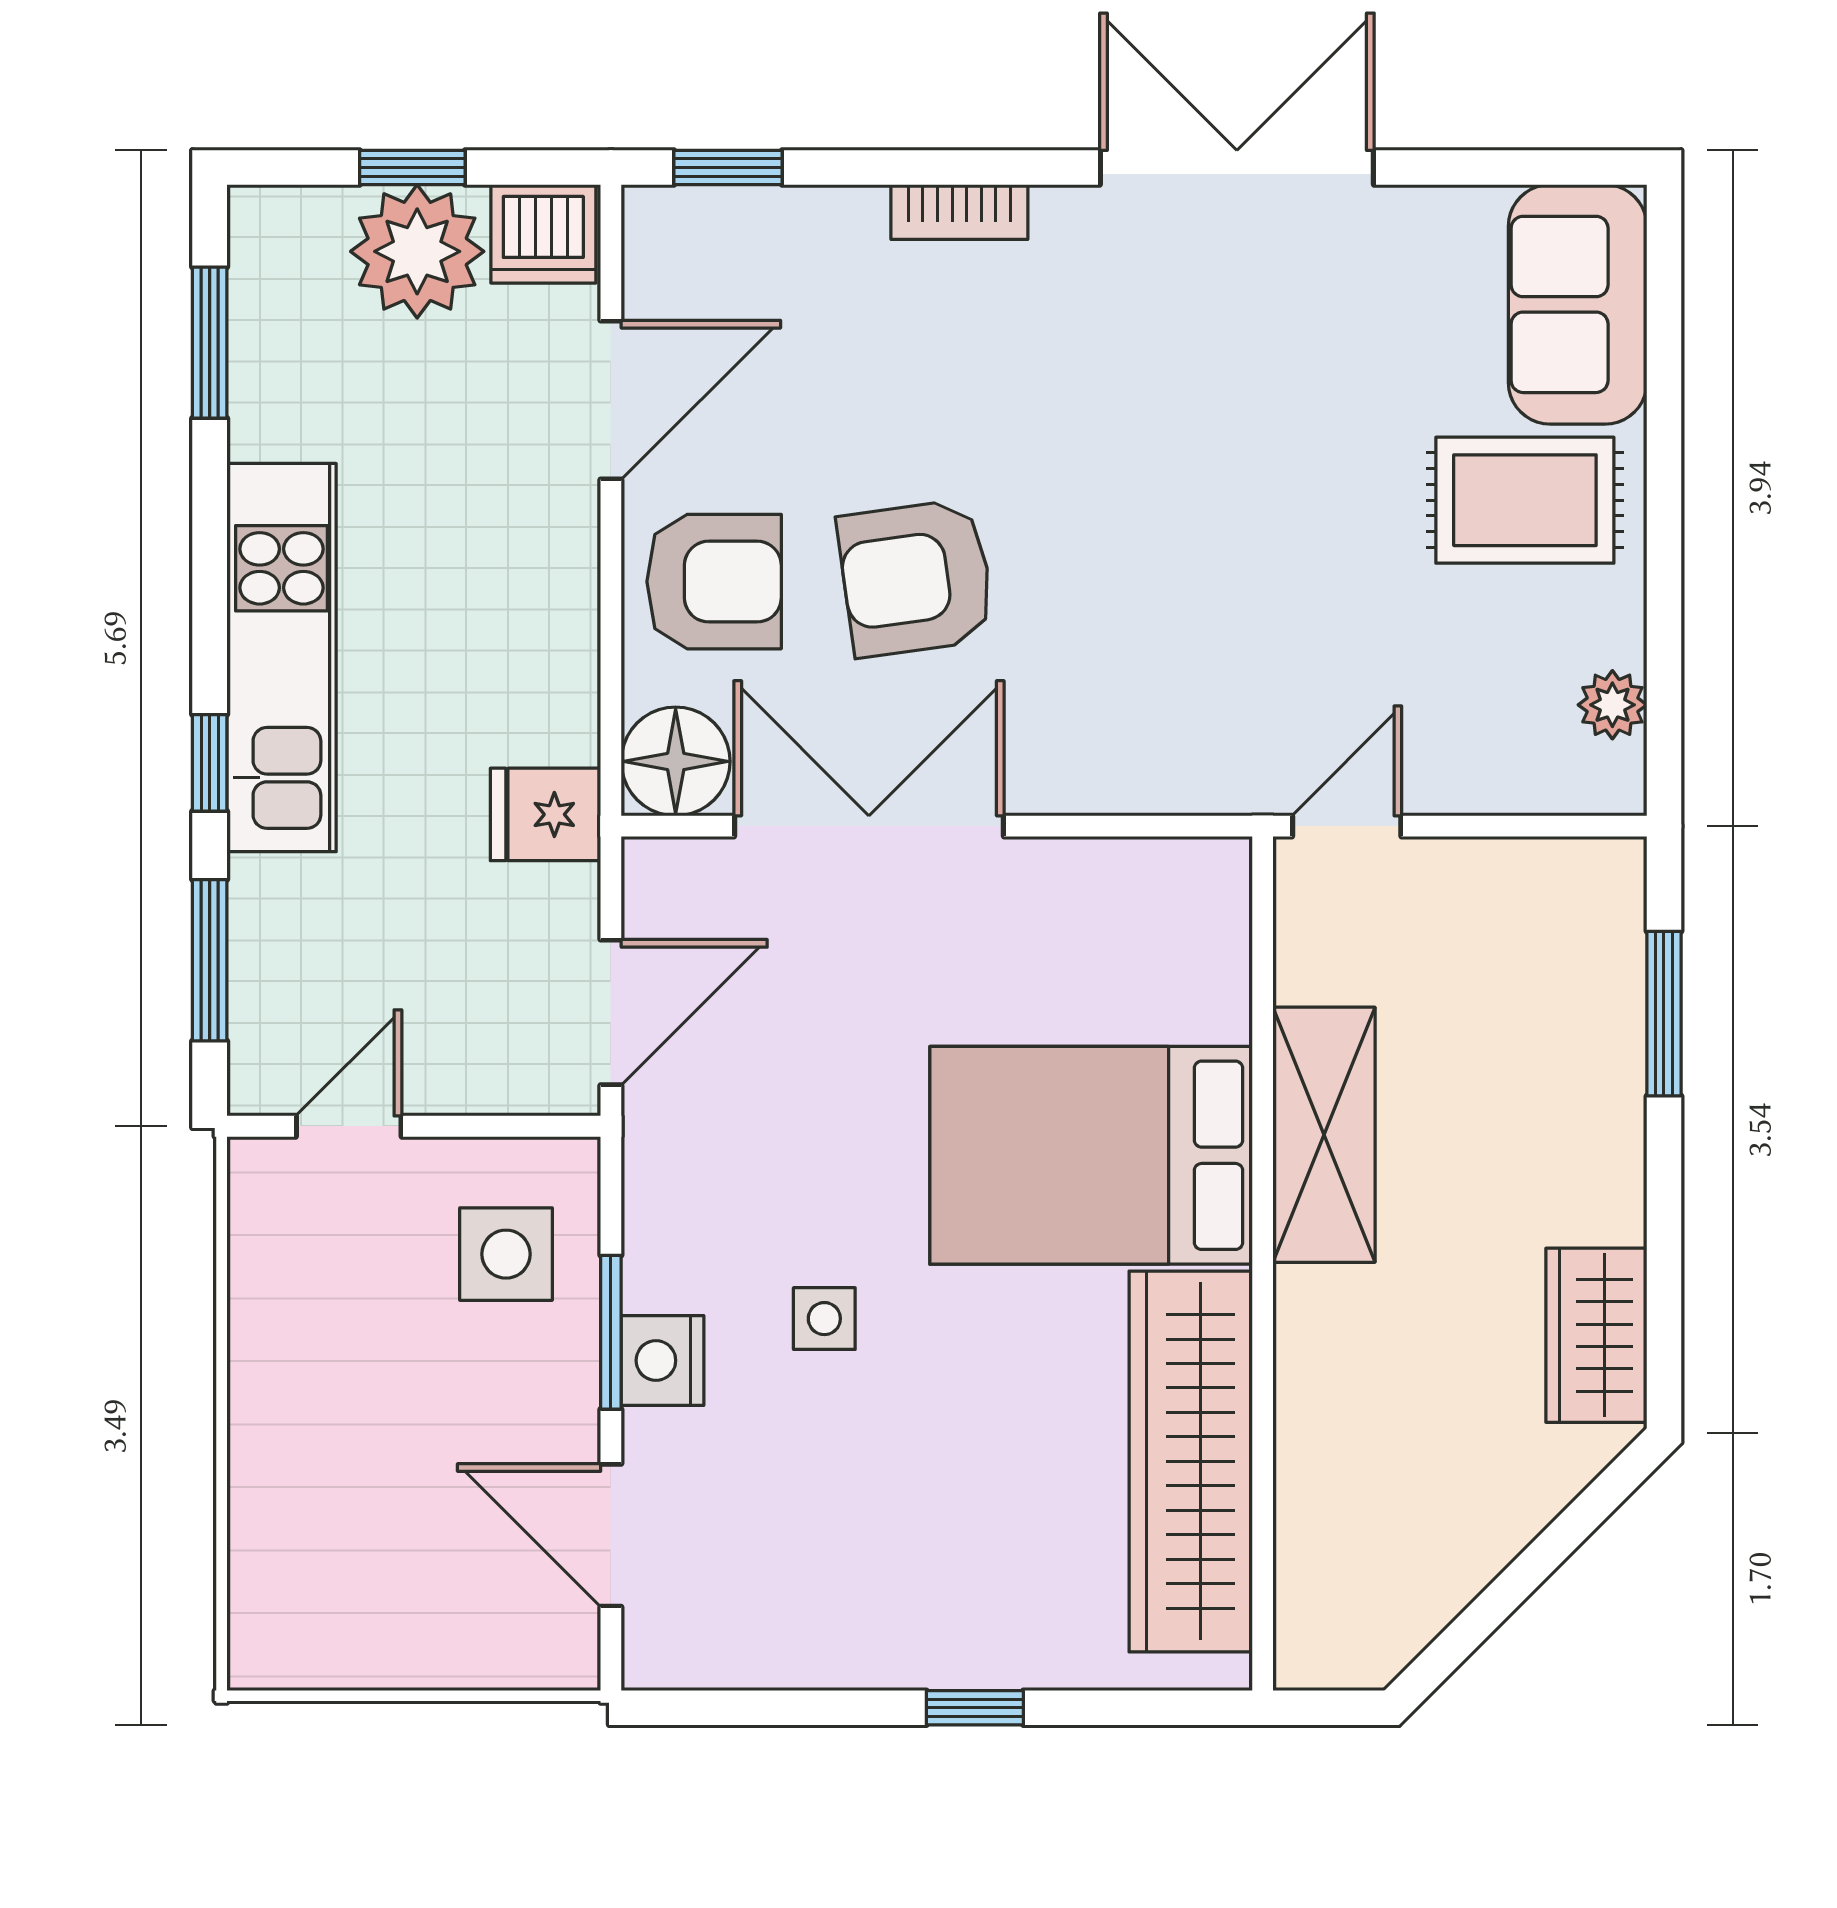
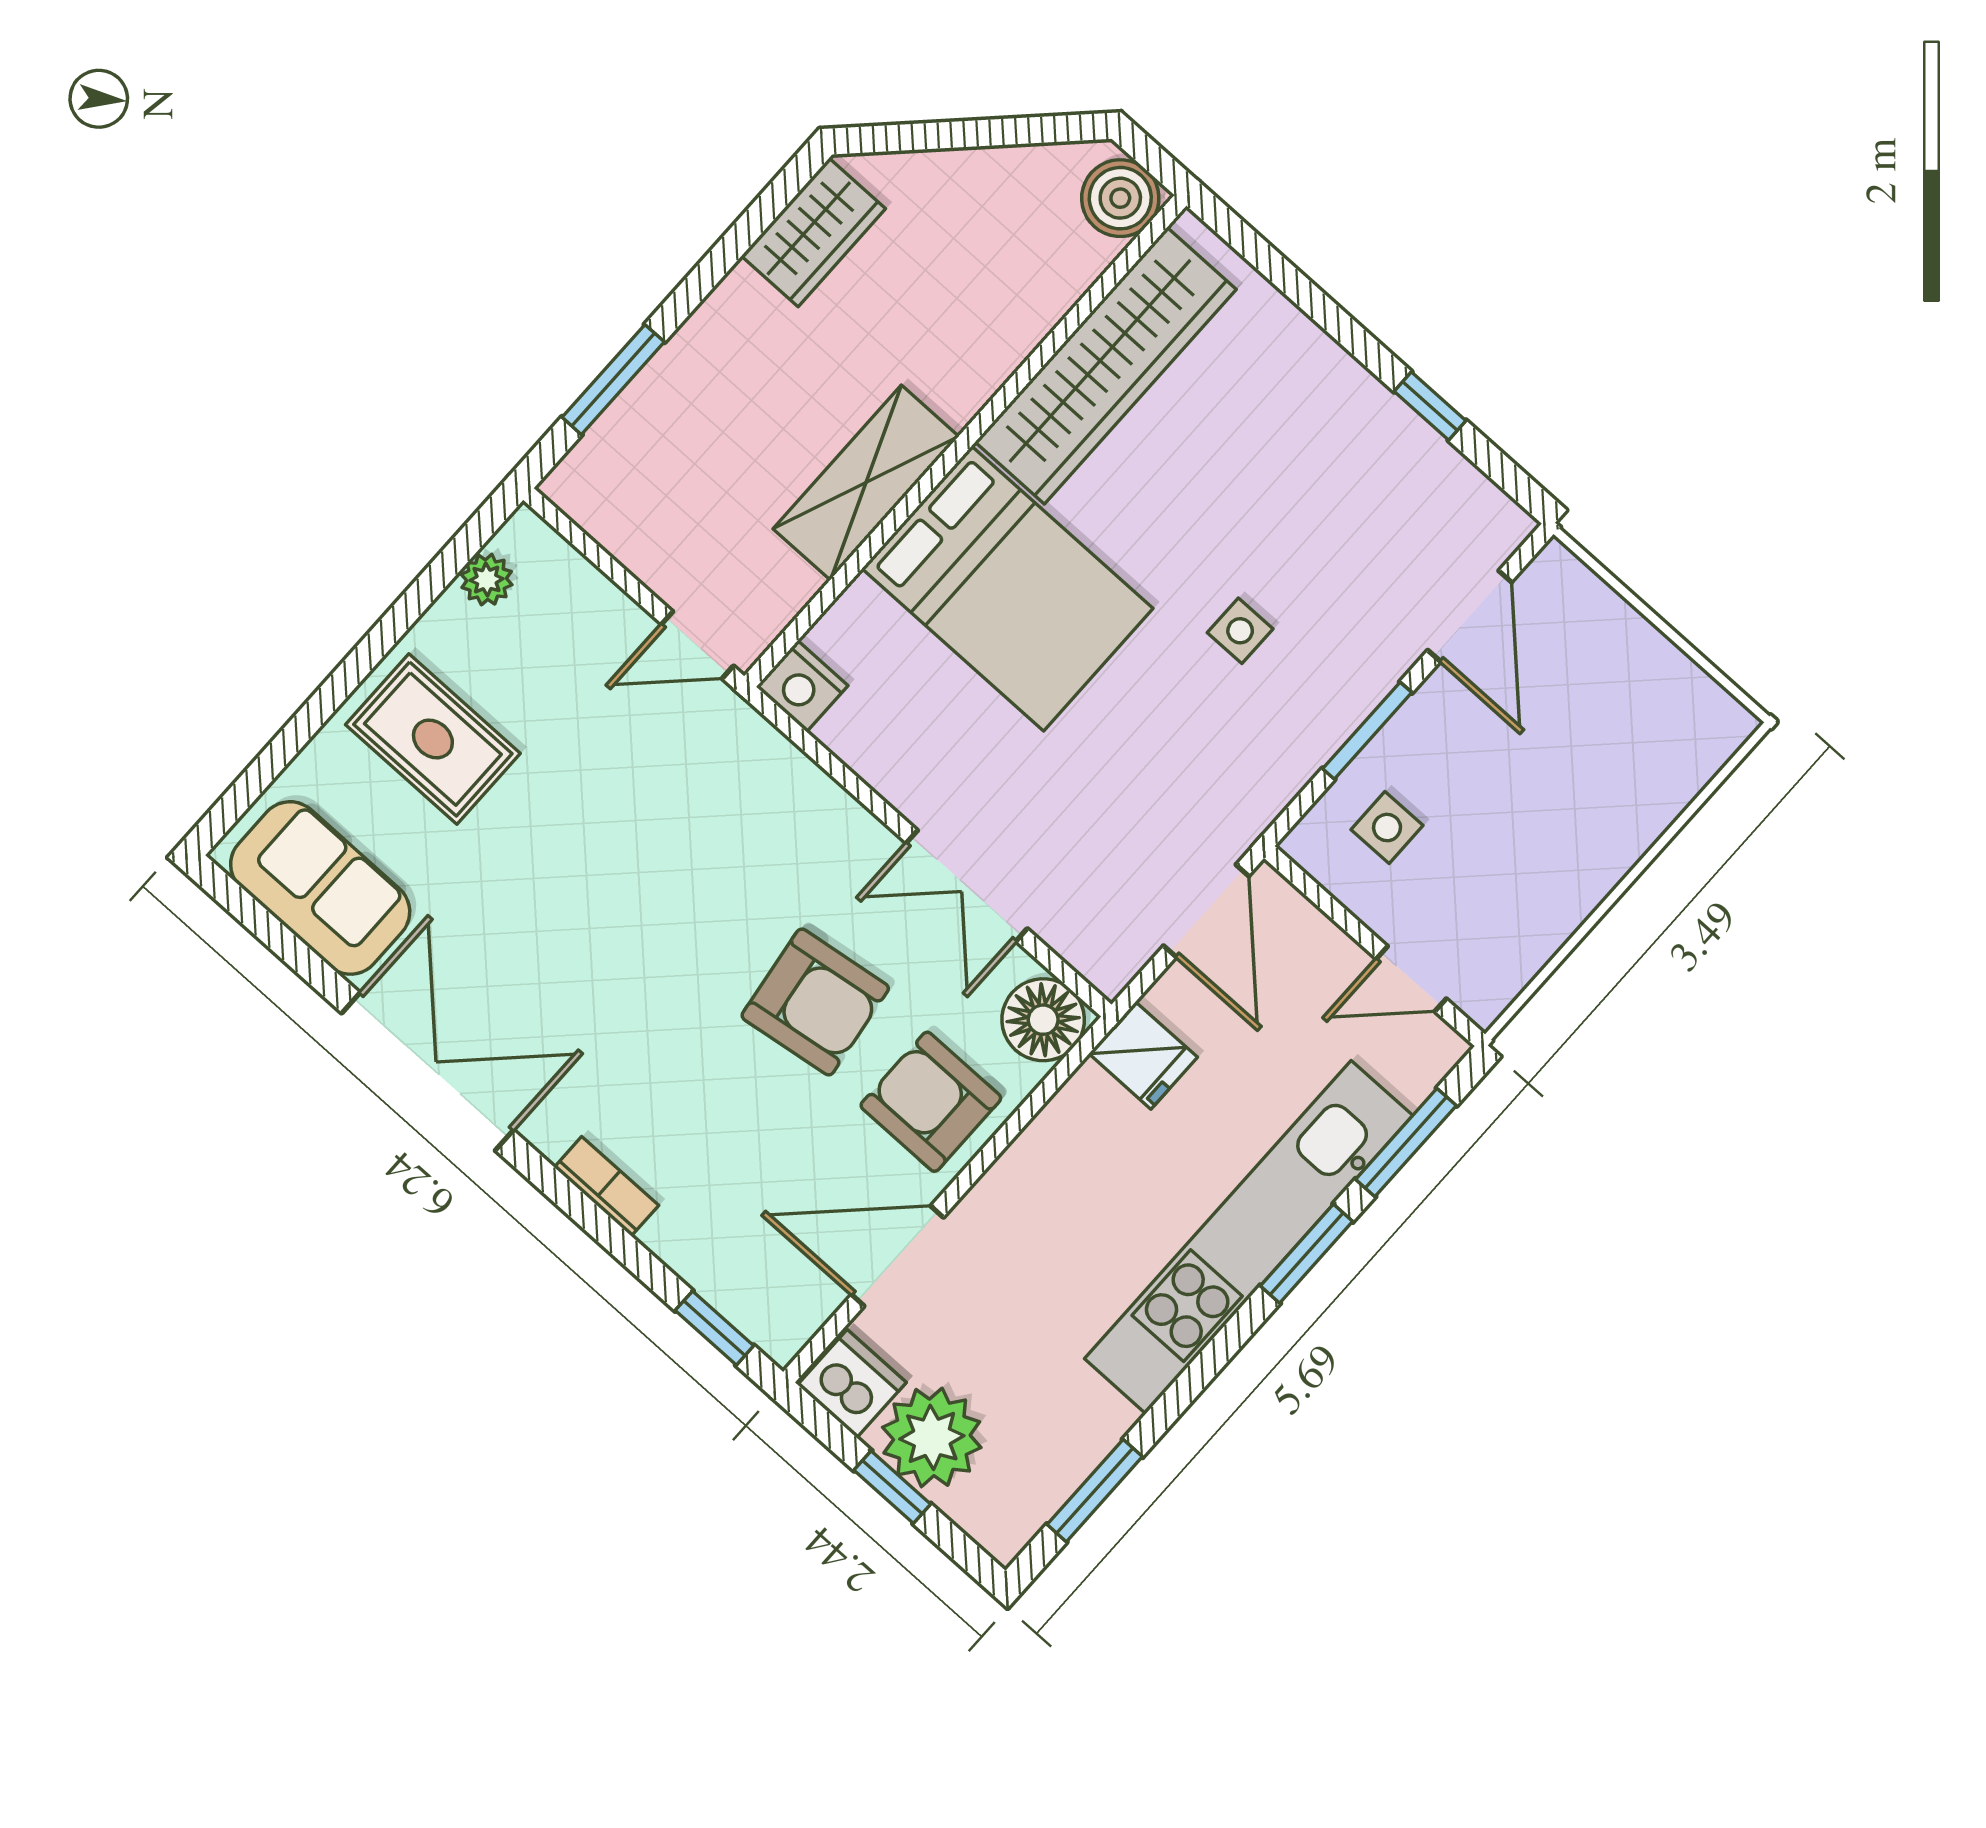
double door: (1237, 168) -> (428, 1072), swing flipped
sofa: (1578, 304) -> (320, 888), moved, turned -90
kitchen unit: (281, 658) -> (1249, 1237), width x1.36
window: (210, 763) -> (1307, 1254), width x1.50
double door: (869, 826) -> (967, 886), width x0.73
door: (611, 1012) -> (1206, 911), swing flipped
side table: (506, 1254) -> (1387, 828), width x0.73, depth x0.73
nightstand: (663, 1361) -> (802, 686), moved, turned 90
boiler: (1324, 1640) -> (1120, 198), added
window: (975, 1708) -> (1430, 406), moved

